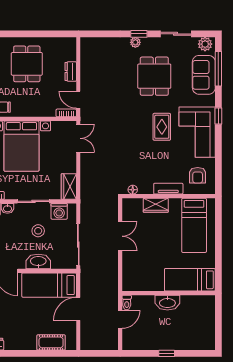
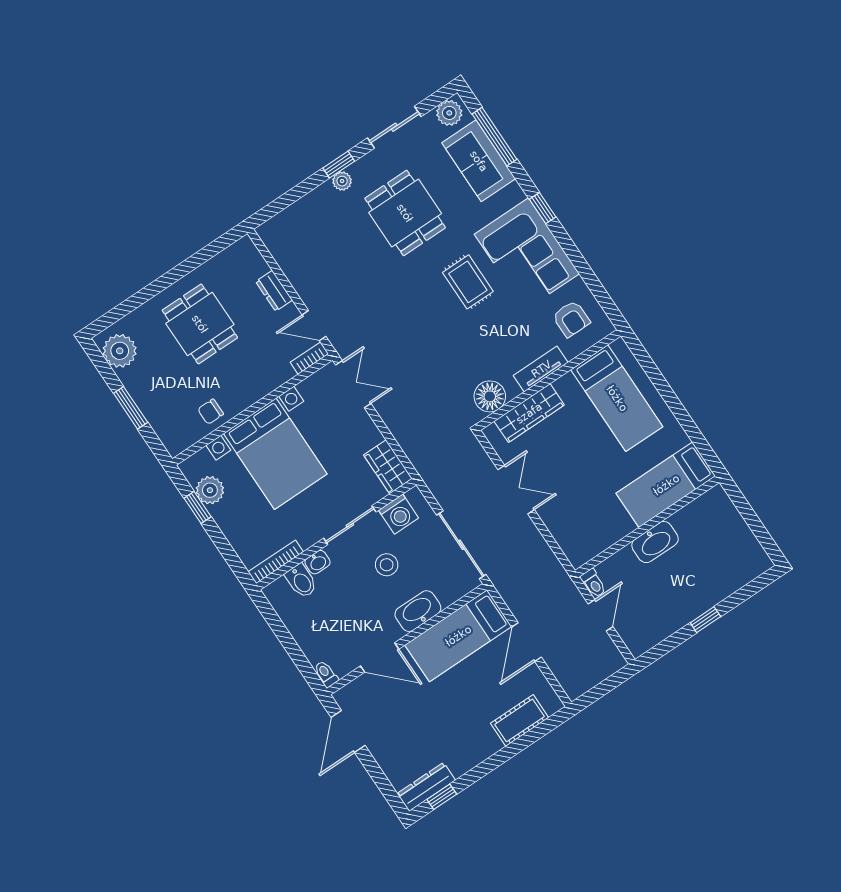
floor lamp: (133, 190) -> (490, 396), width x1.89, depth x1.89
wardrobe: (156, 205) -> (529, 413), width x1.50

